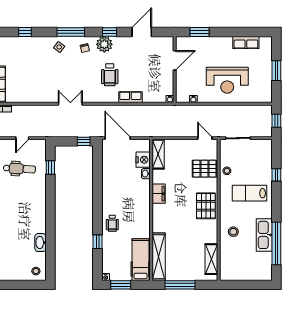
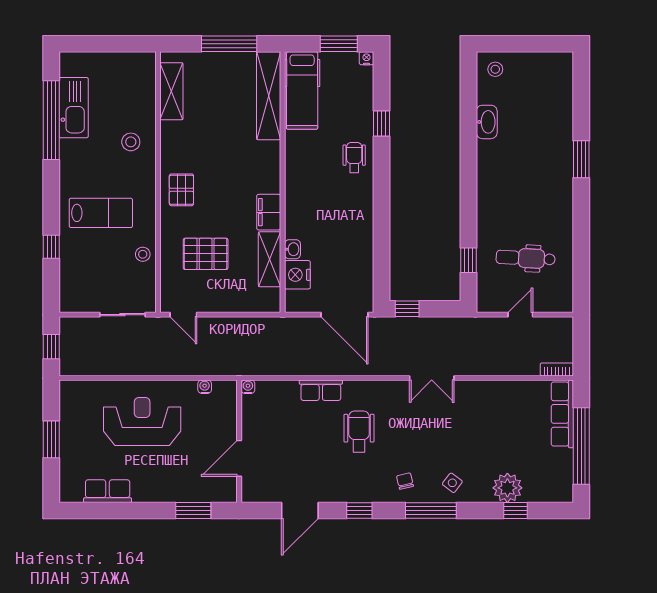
plant: (104, 44) -> (507, 488), moved
shelving: (158, 154) -> (270, 259), moved
pallet: (204, 169) -> (206, 254), moved
pallet: (206, 206) -> (181, 190), width x0.67, depth x0.71
kitchen sink: (264, 235) -> (74, 108), moved

